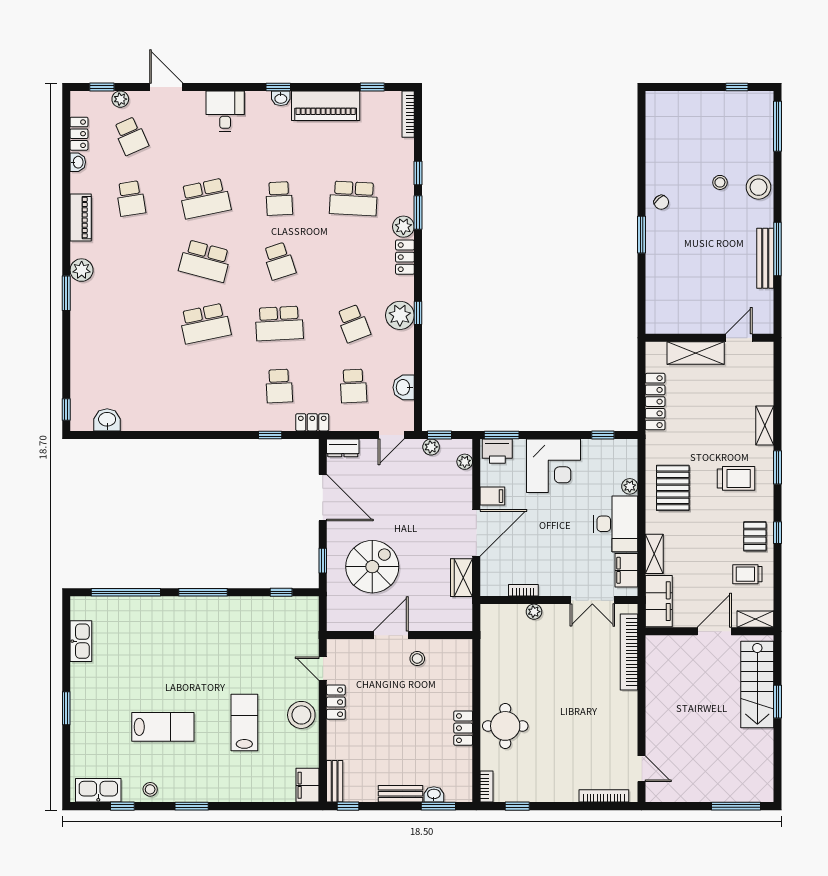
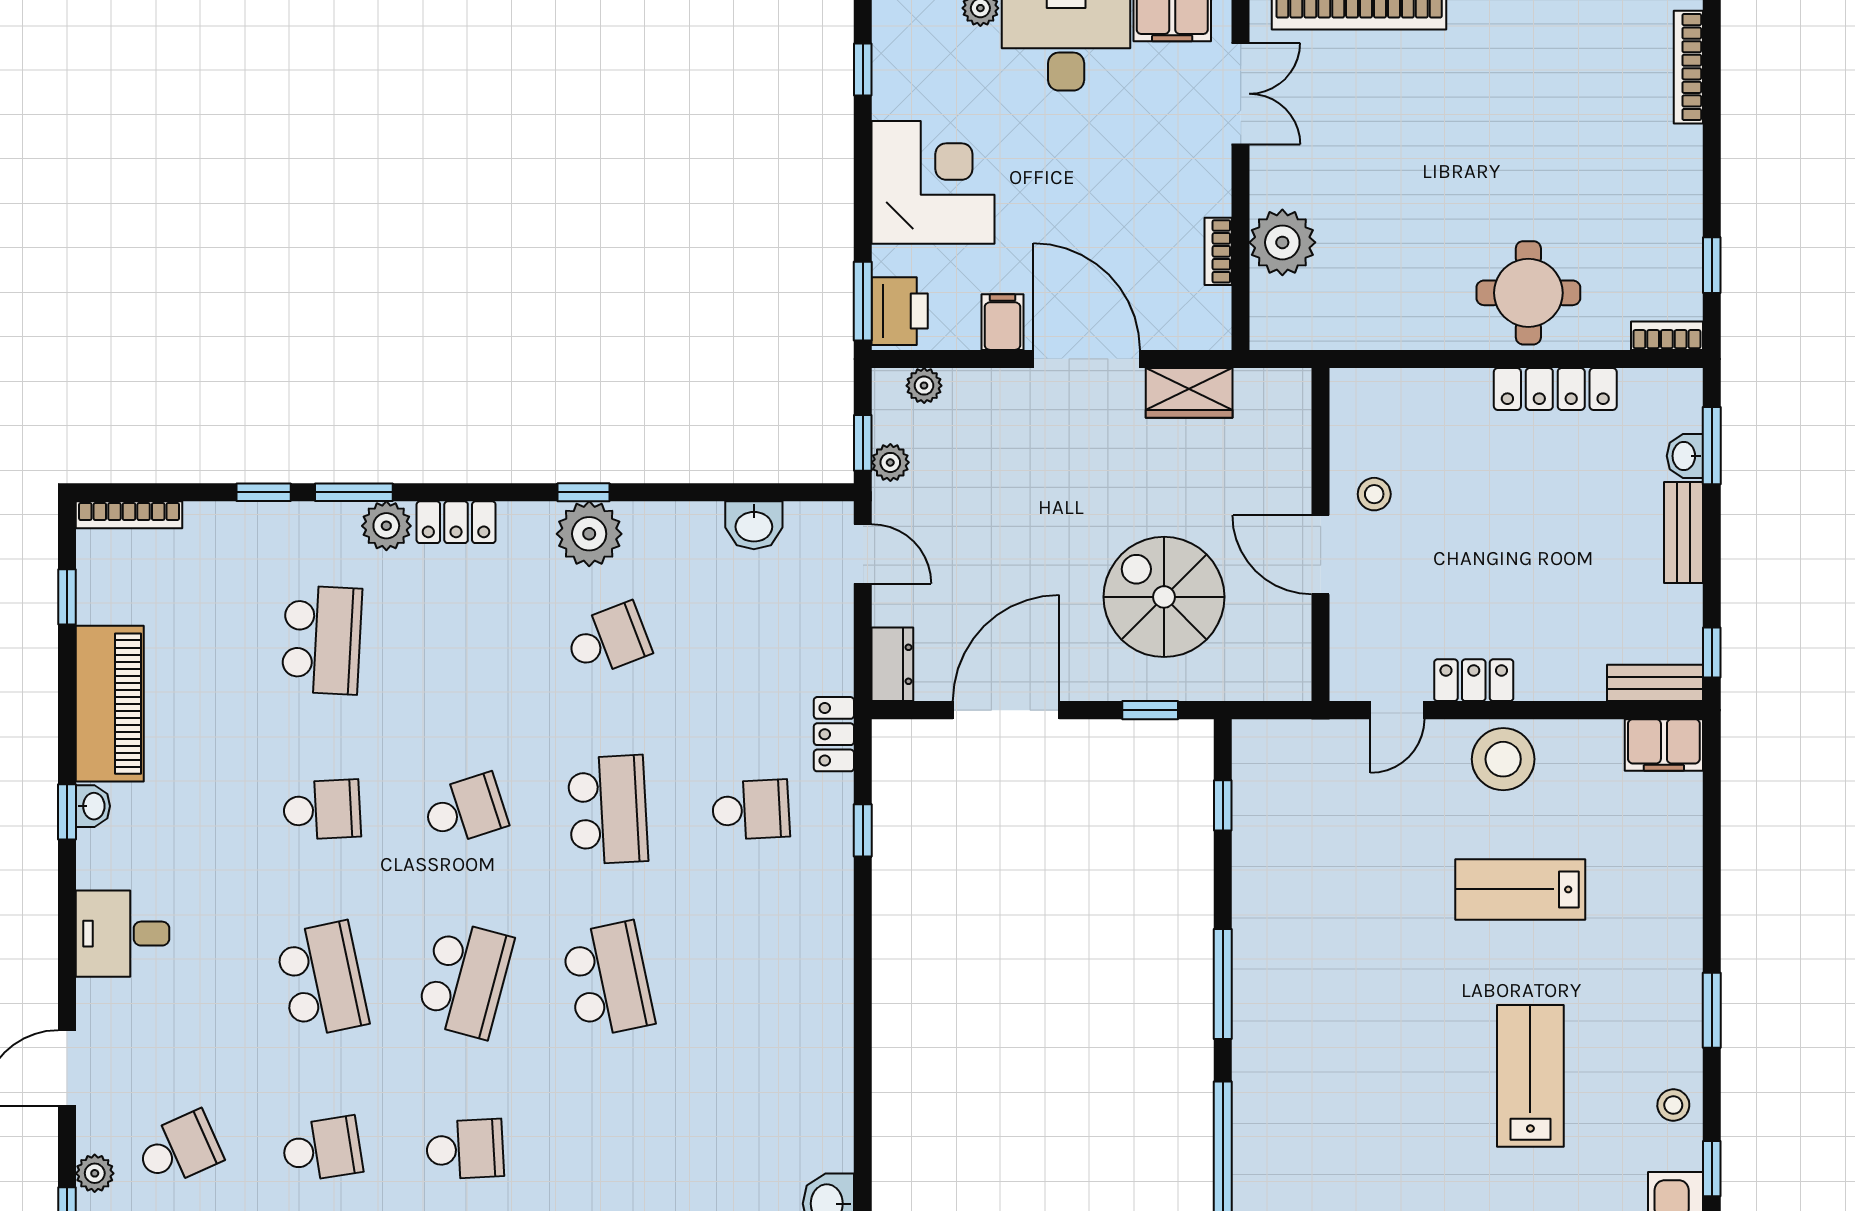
school desk: (353, 386) -> (465, 1149), moved
plant: (534, 612) -> (1282, 242), width x1.87, depth x1.87
locker: (463, 728) -> (1555, 389), width x1.53

